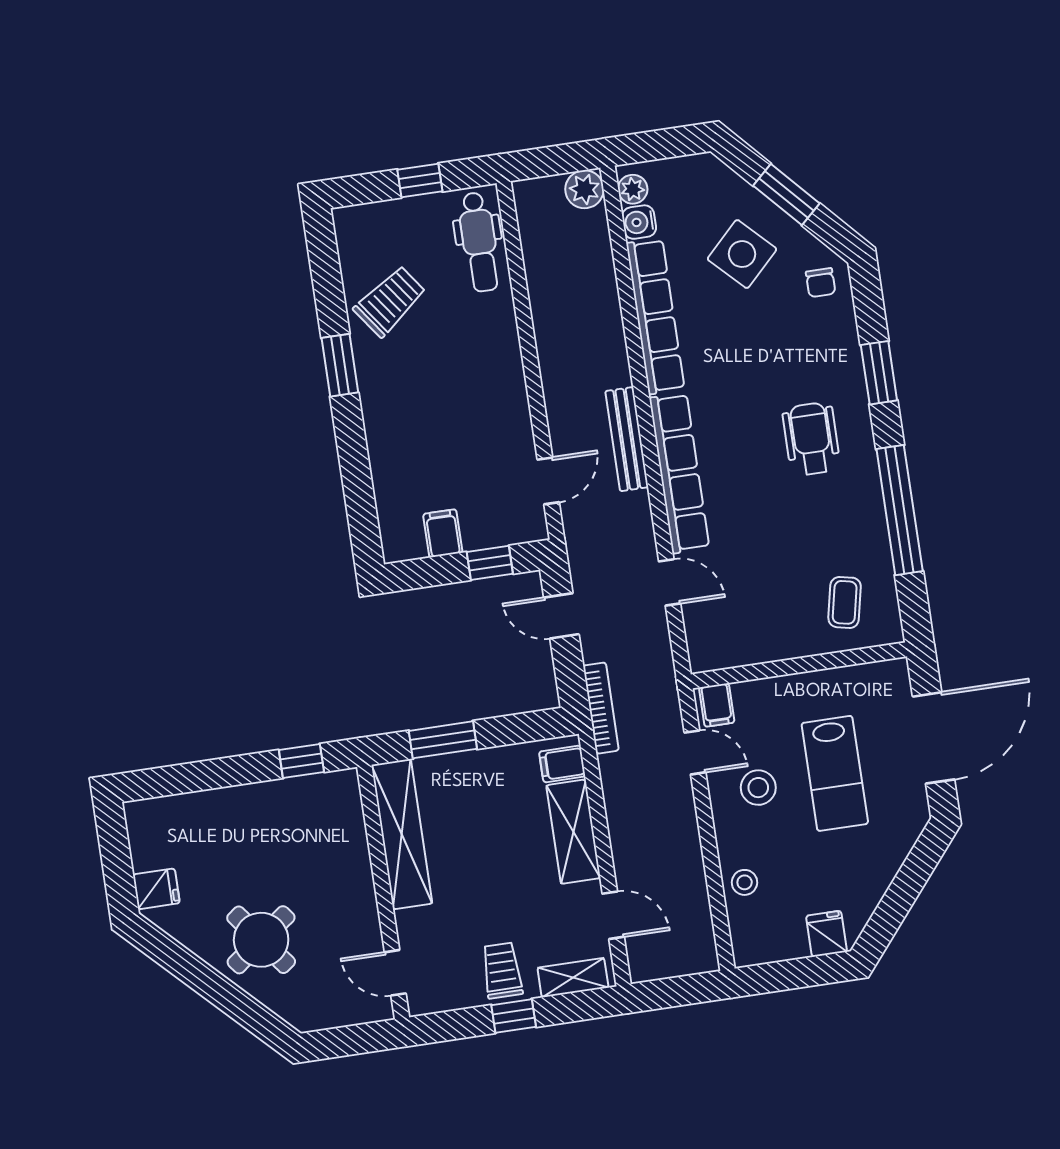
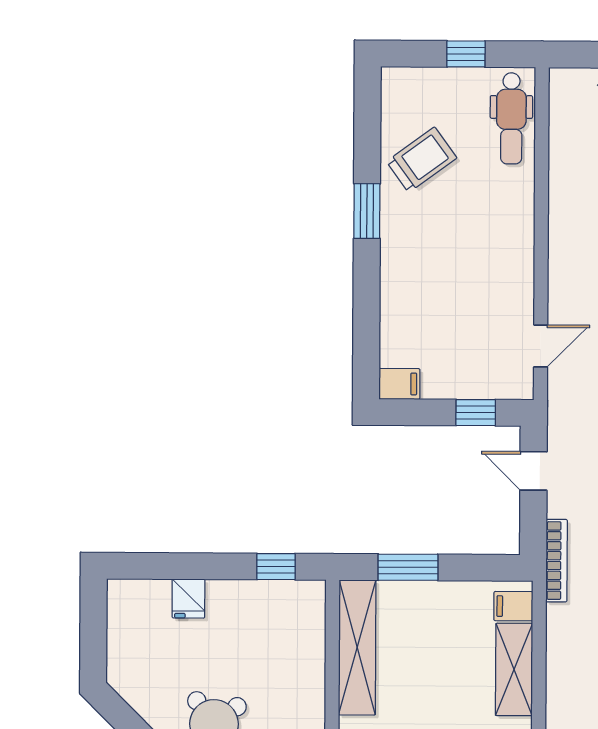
filing cabinet: (443, 533) -> (399, 384), moved, turned 90
fridge: (156, 889) -> (188, 599), moved, turned 90

